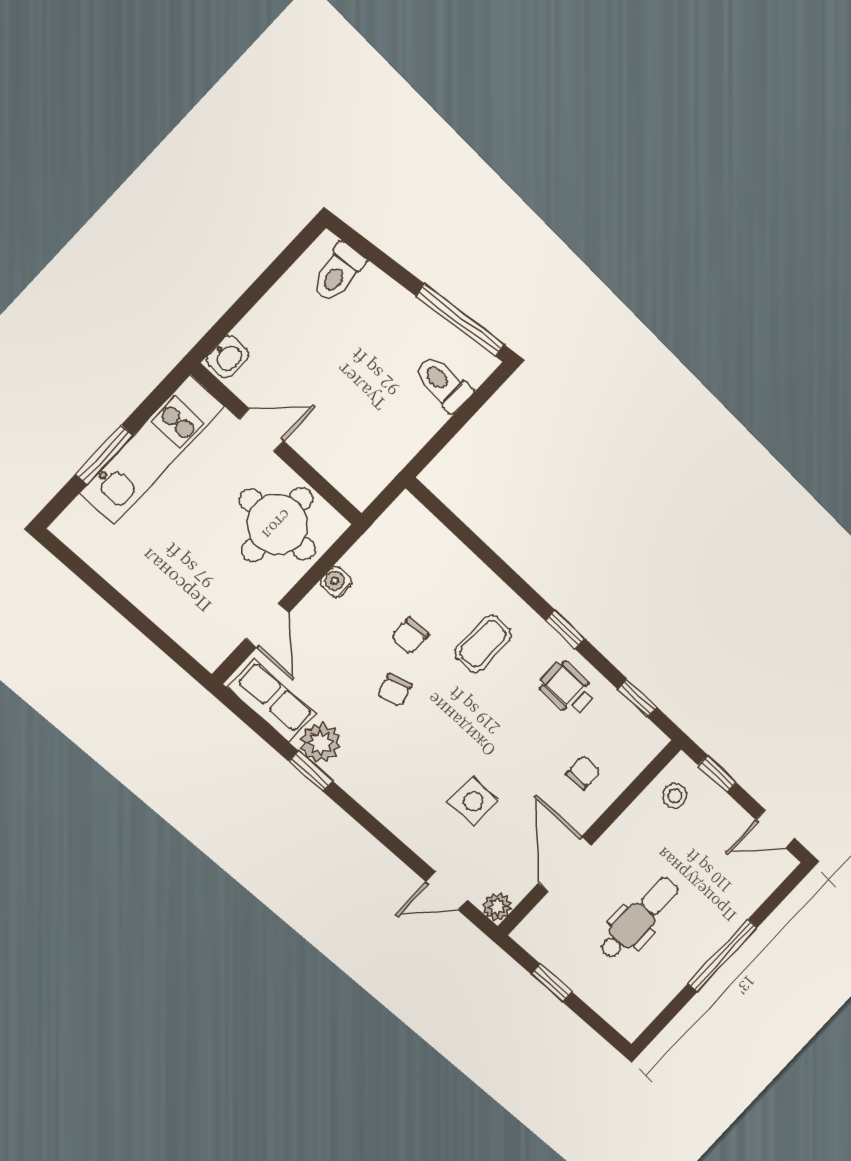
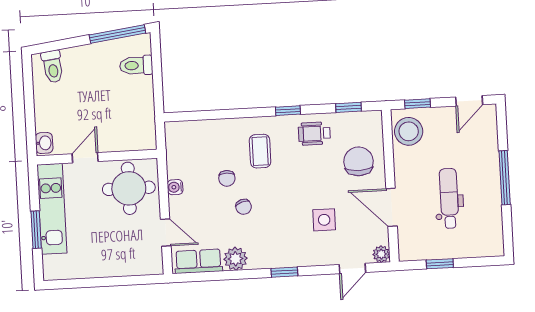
window: (310, 771) -> (284, 272), moved
chair: (583, 773) -> (358, 161), width x1.87, depth x1.87
stool: (675, 796) -> (409, 131), width x1.89, depth x1.89

